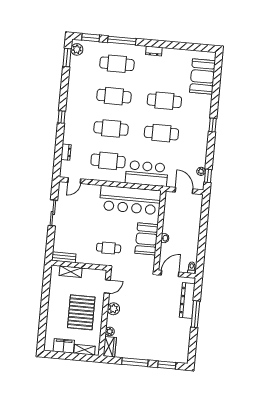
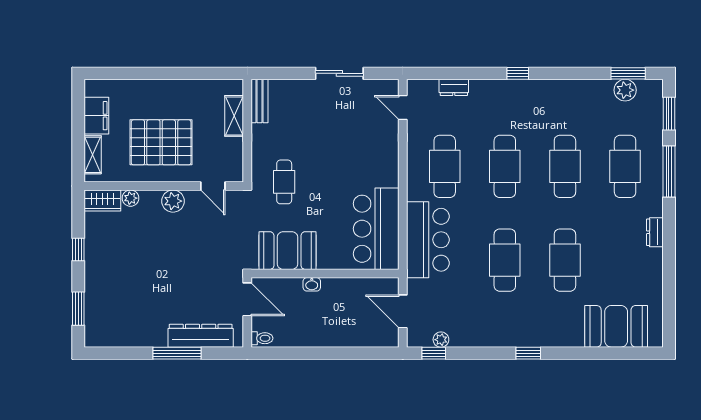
plant: (77, 49) -> (625, 90), moved
door: (184, 191) -> (403, 311), swing flipped
bar counter: (130, 200) -> (376, 229), width x0.73
booth: (147, 239) -> (288, 251), moved
window: (135, 362) -> (78, 250), width x0.46

